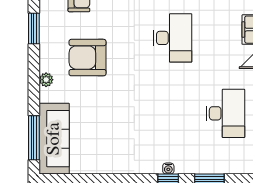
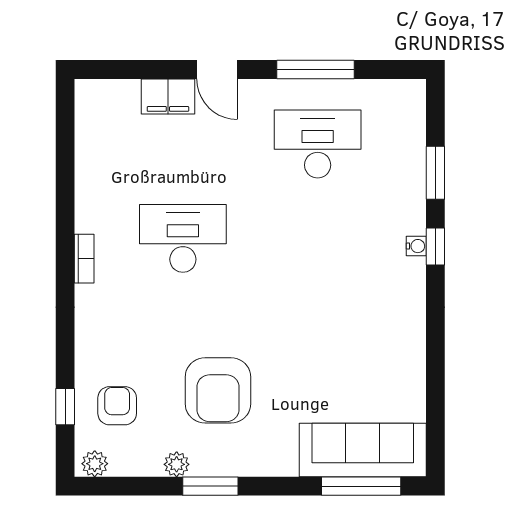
window: (34, 29) -> (210, 486), moved
plant: (46, 80) -> (177, 464), moved

